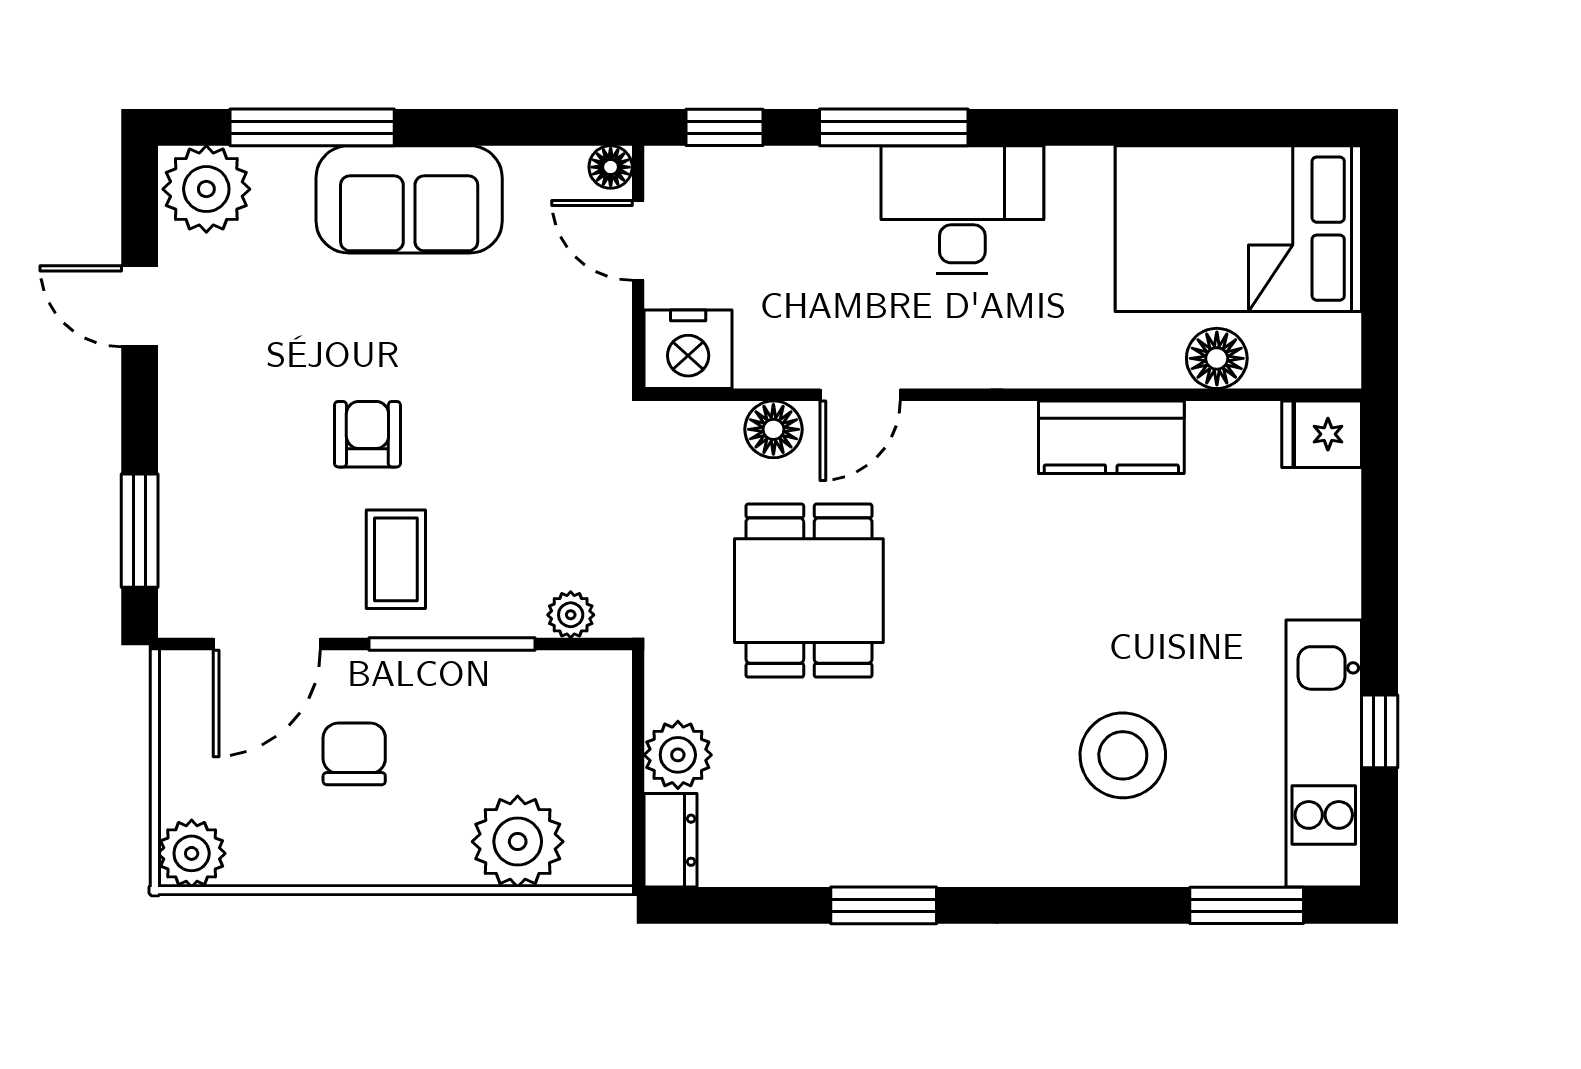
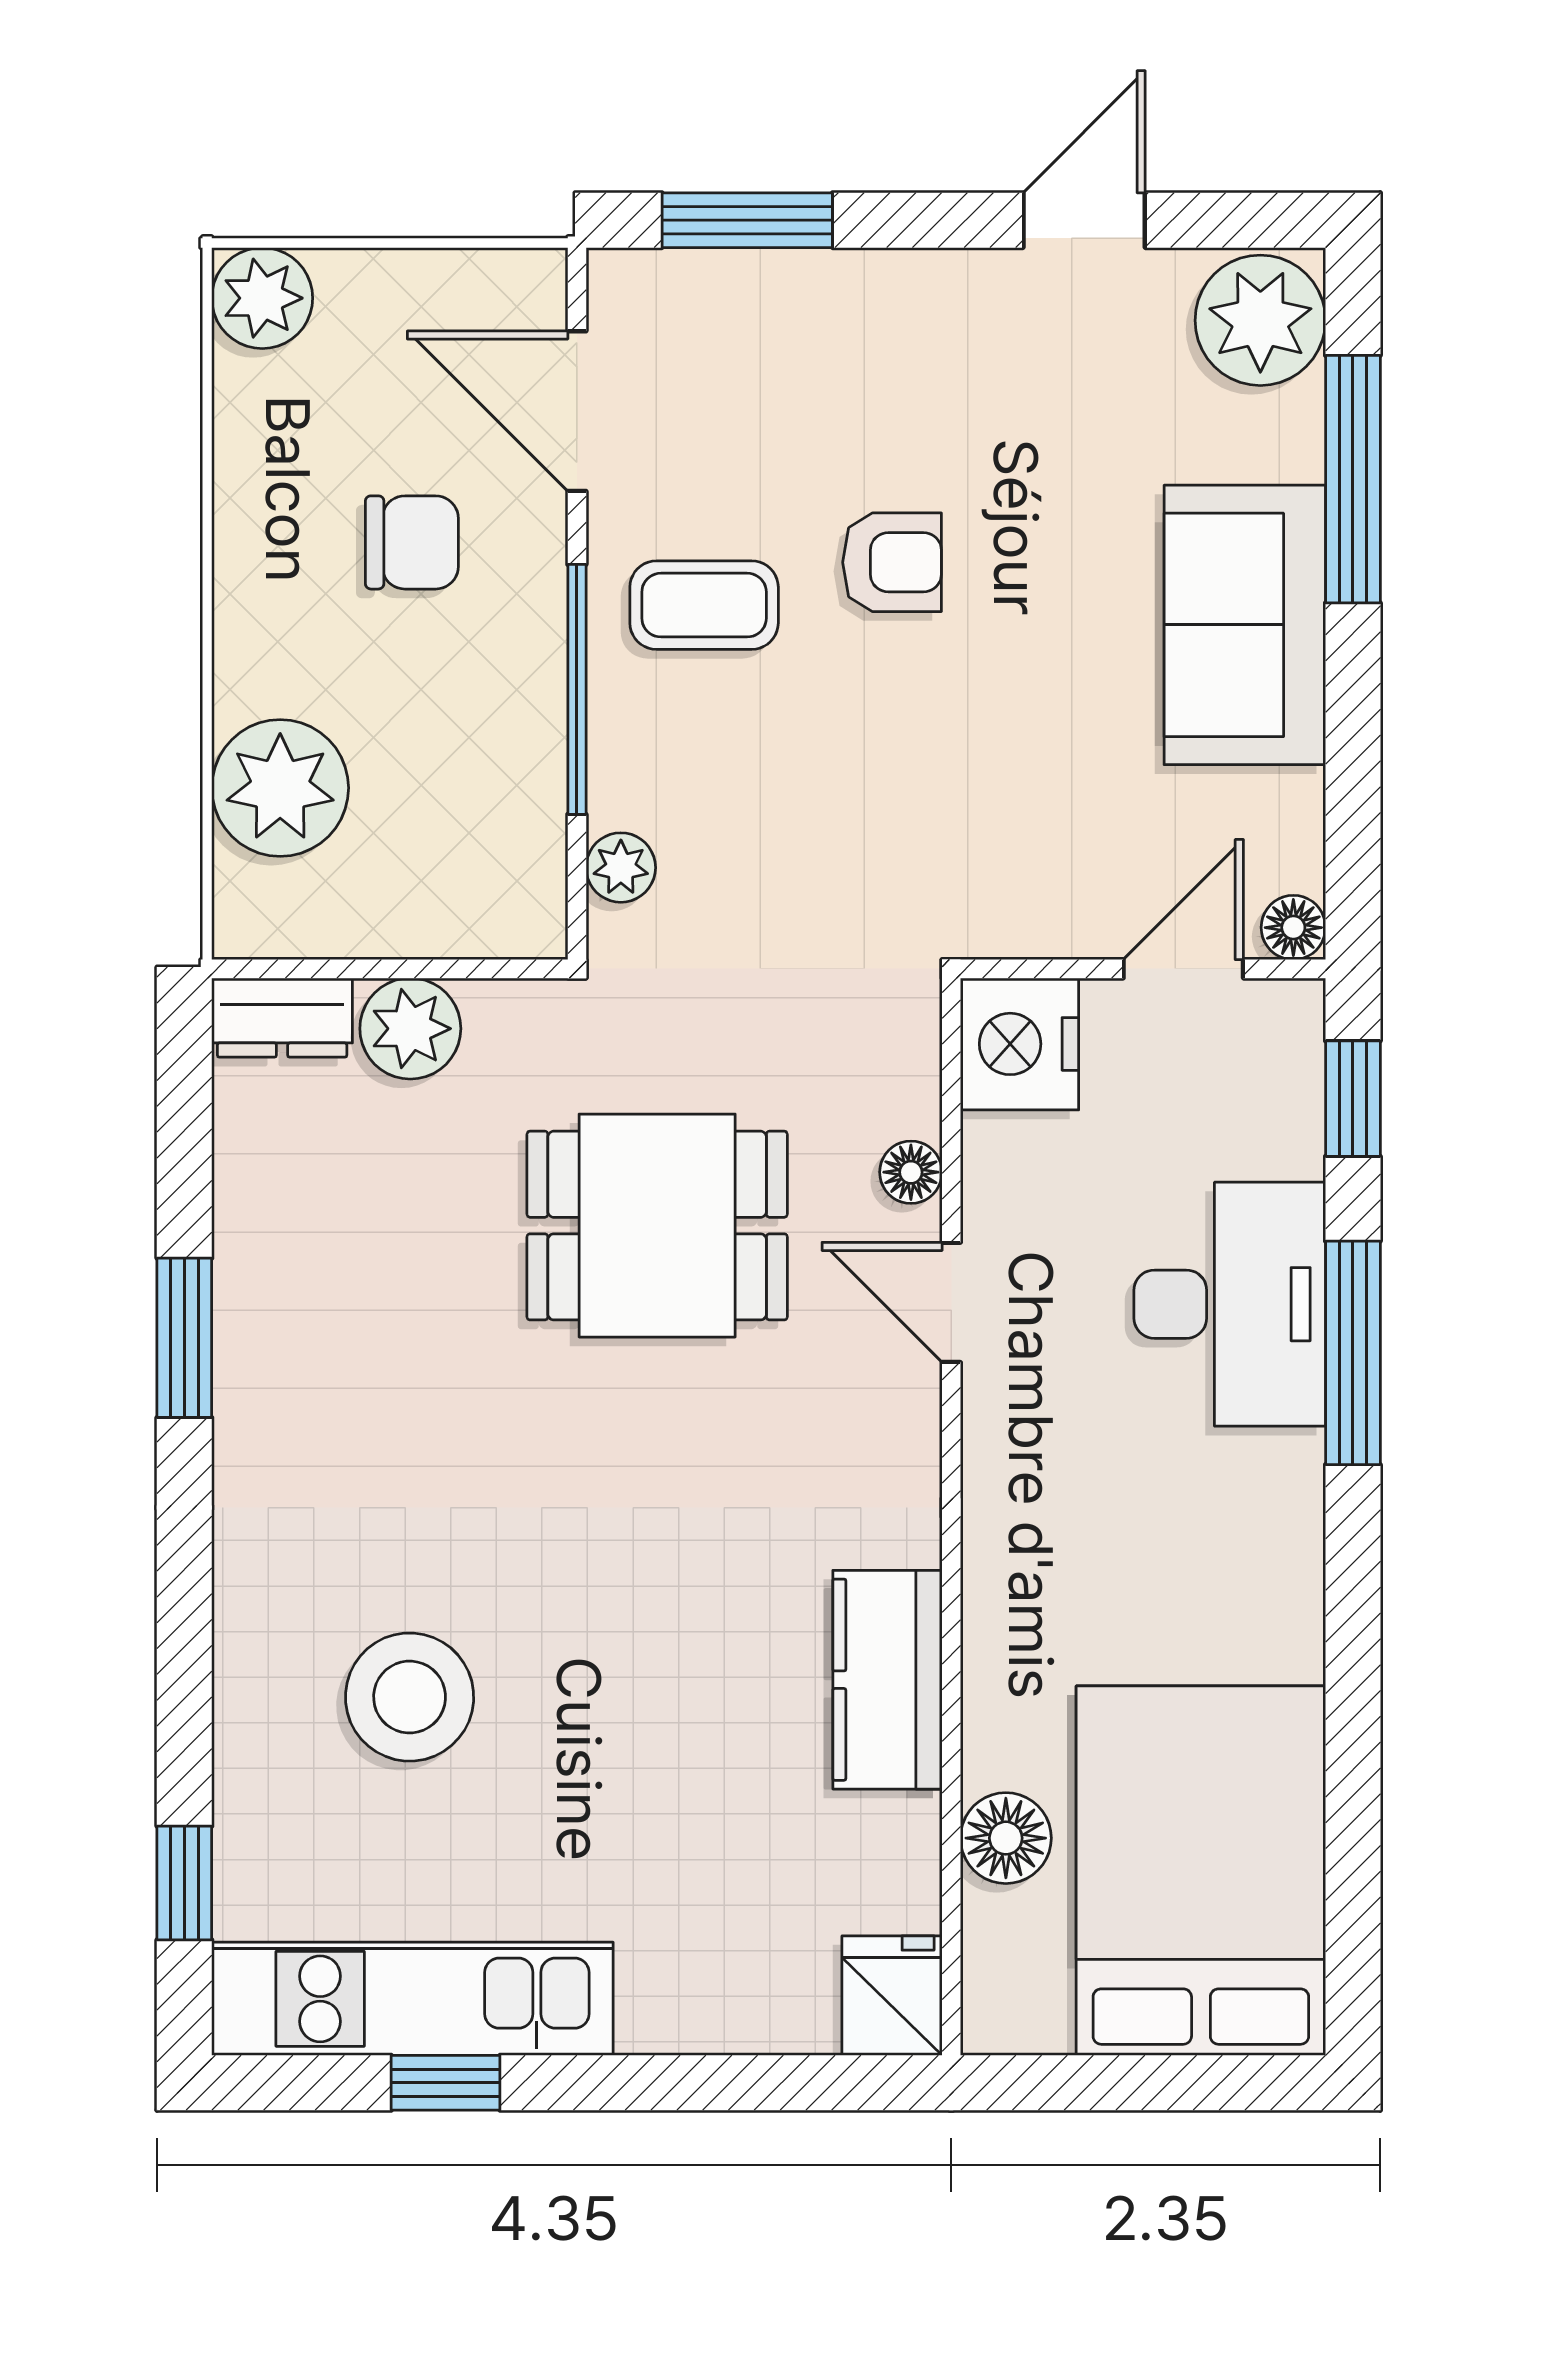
desk: (962, 209) -> (1230, 1304), moved
floor lamp: (773, 429) -> (911, 1172), width x0.73, depth x0.73
window: (1247, 905) -> (184, 1883), width x0.67

